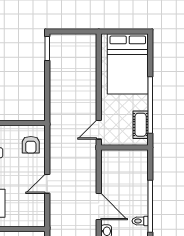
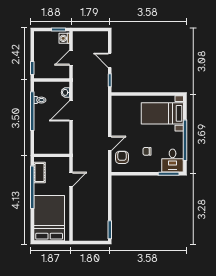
door: (99, 130) -> (71, 179), moved
door: (47, 184) -> (110, 143), moved
door: (99, 206) -> (71, 111), hinge flipped

